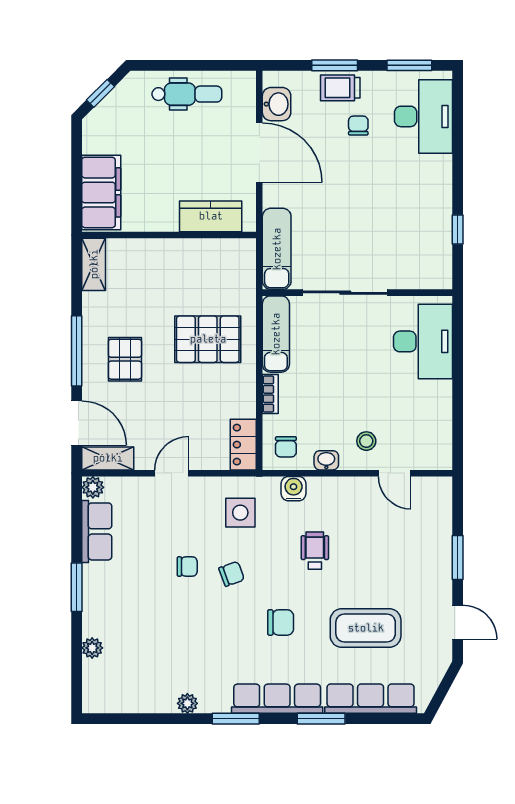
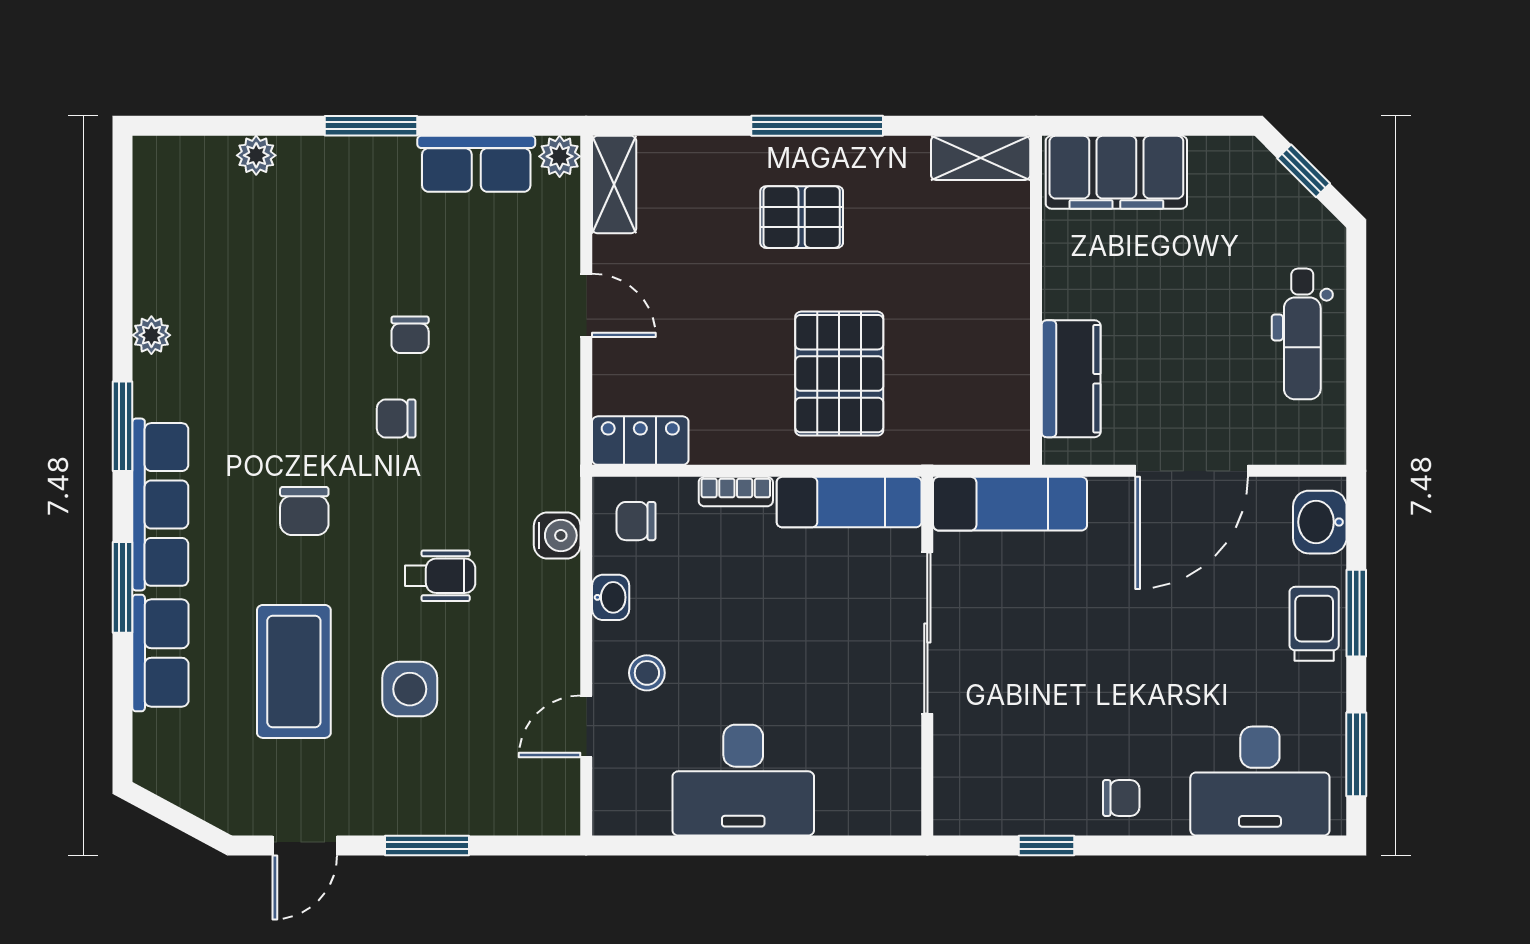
washbasin: (277, 104) -> (1320, 522), moved, turned 90
chair: (358, 126) -> (1121, 798), moved
desk: (423, 341) -> (743, 780), moved
door: (77, 423) -> (681, 126), removed
side table: (240, 513) -> (410, 689), moved
chair: (232, 574) -> (396, 418), turned 110
row of seats: (371, 699) -> (160, 653), width x0.68

